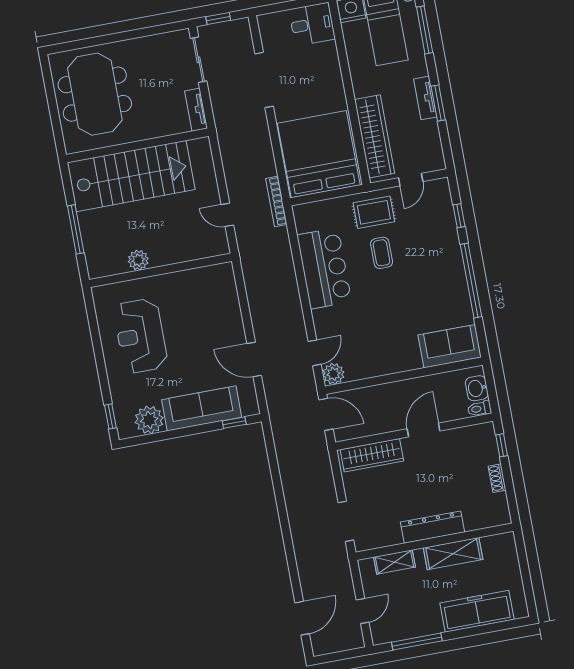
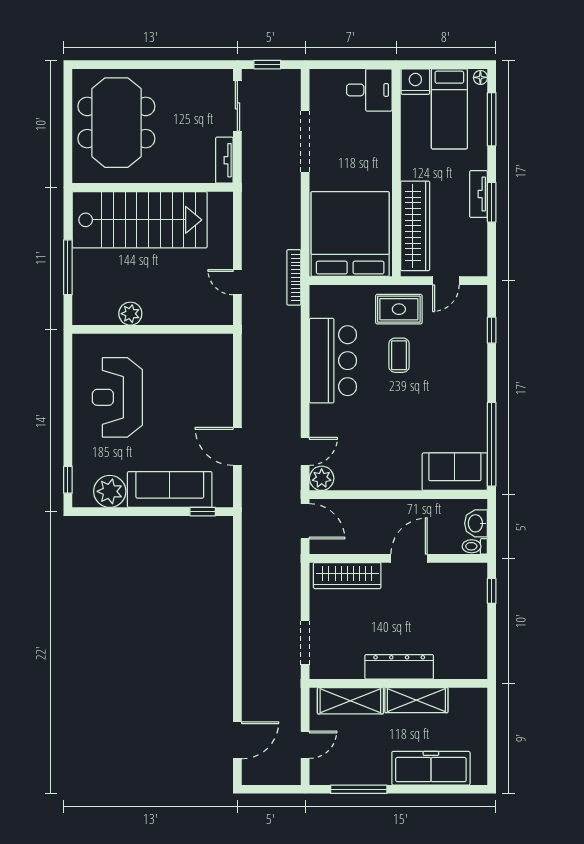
window: (471, 281) -> (492, 444), moved
shoe rack: (497, 478) -> (480, 626), removed
shelving: (395, 562) -> (350, 701), width x1.50, depth x1.33

